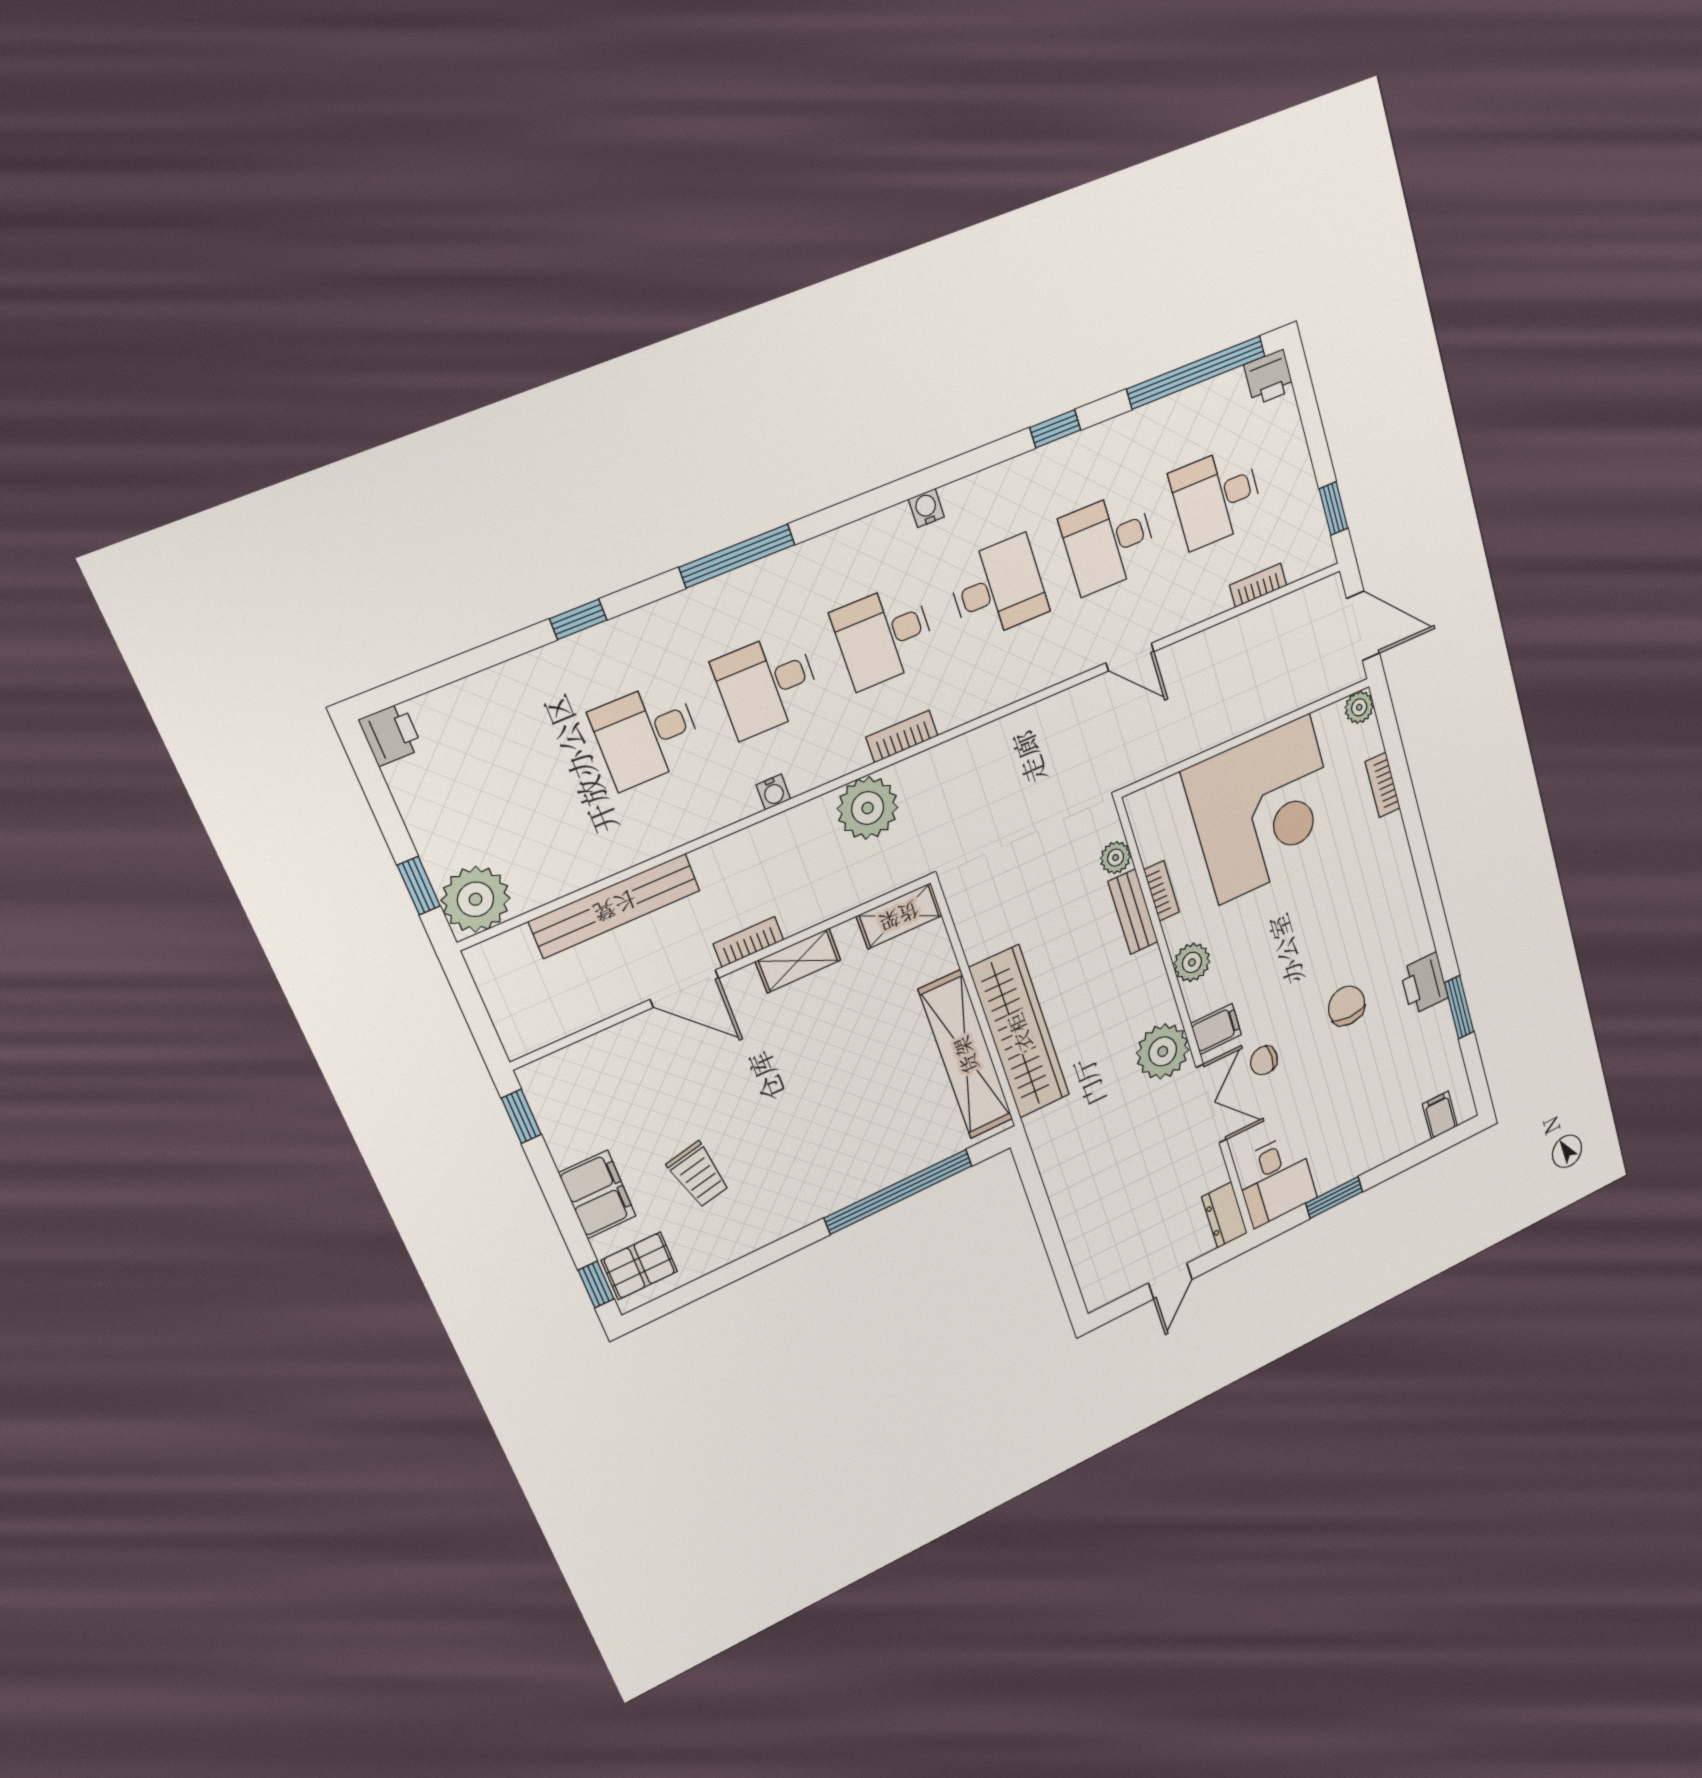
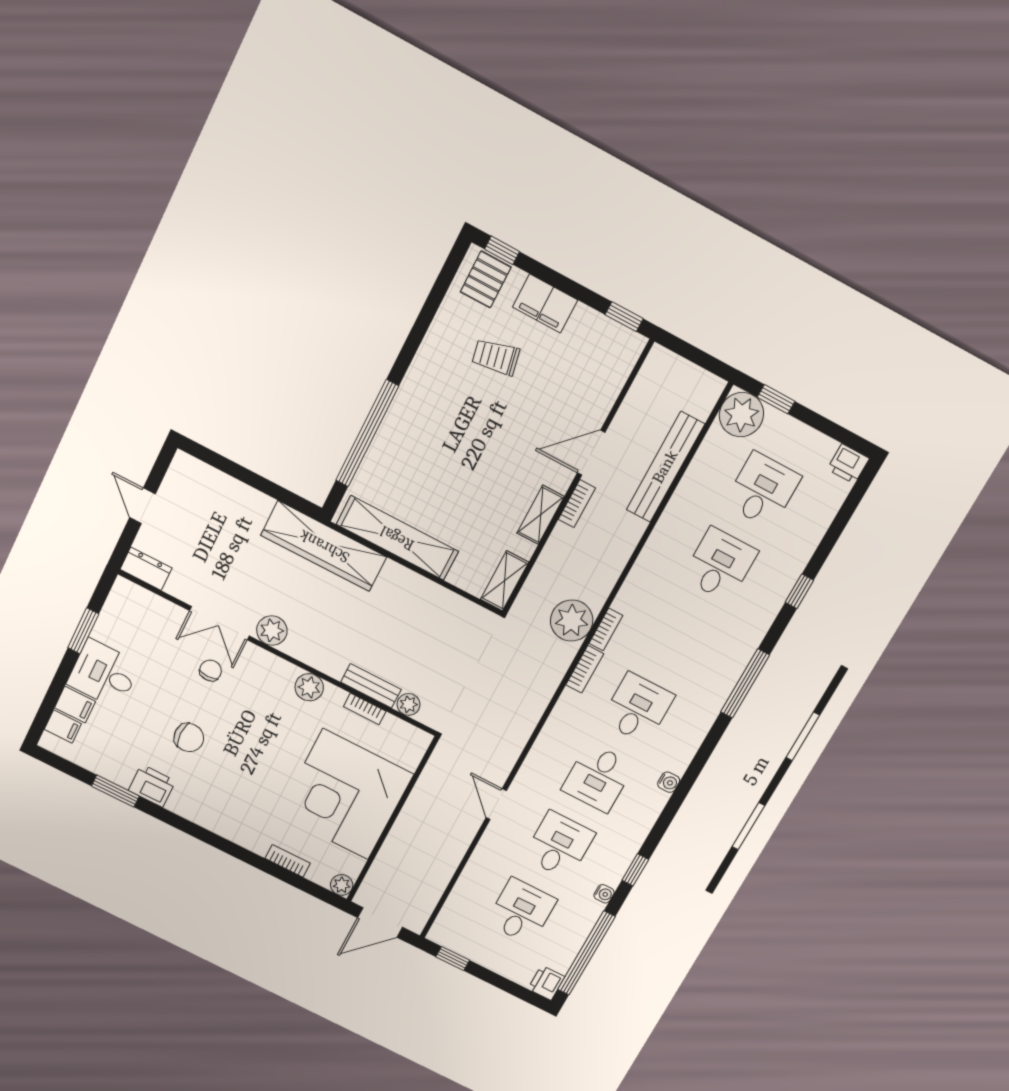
bookcase: (1258, 585) -> (606, 629), moved
door: (1130, 657) -> (496, 804), hinge flipped
desk: (767, 684) -> (763, 490), moved
water cooler: (773, 792) -> (604, 894), moved, turned 180
filing cabinet: (1216, 1029) -> (75, 705), moved, turned -90
wardrobe: (1020, 1032) -> (324, 546), moved
plant: (1163, 1051) -> (272, 631), width x0.73, depth x0.73
desk: (1276, 1180) -> (104, 674), moved

